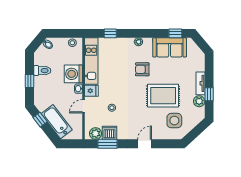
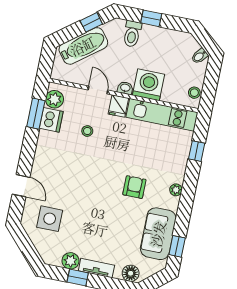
floor lamp: (199, 60) -> (131, 273), added
toilet: (42, 71) -> (132, 34), moved
rug: (163, 96) -> (90, 210), removed
door: (145, 144) -> (21, 186), moved

